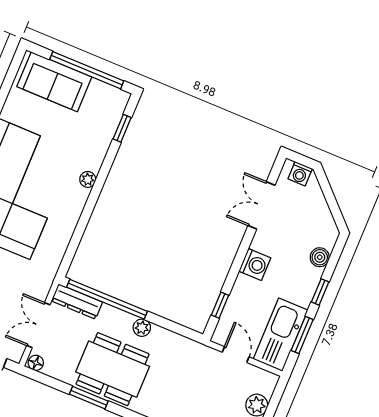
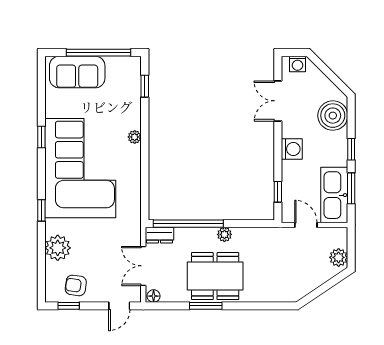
boiler: (320, 257) -> (333, 116), width x1.86, depth x1.86
dresser: (77, 301) -> (159, 235), width x0.70

